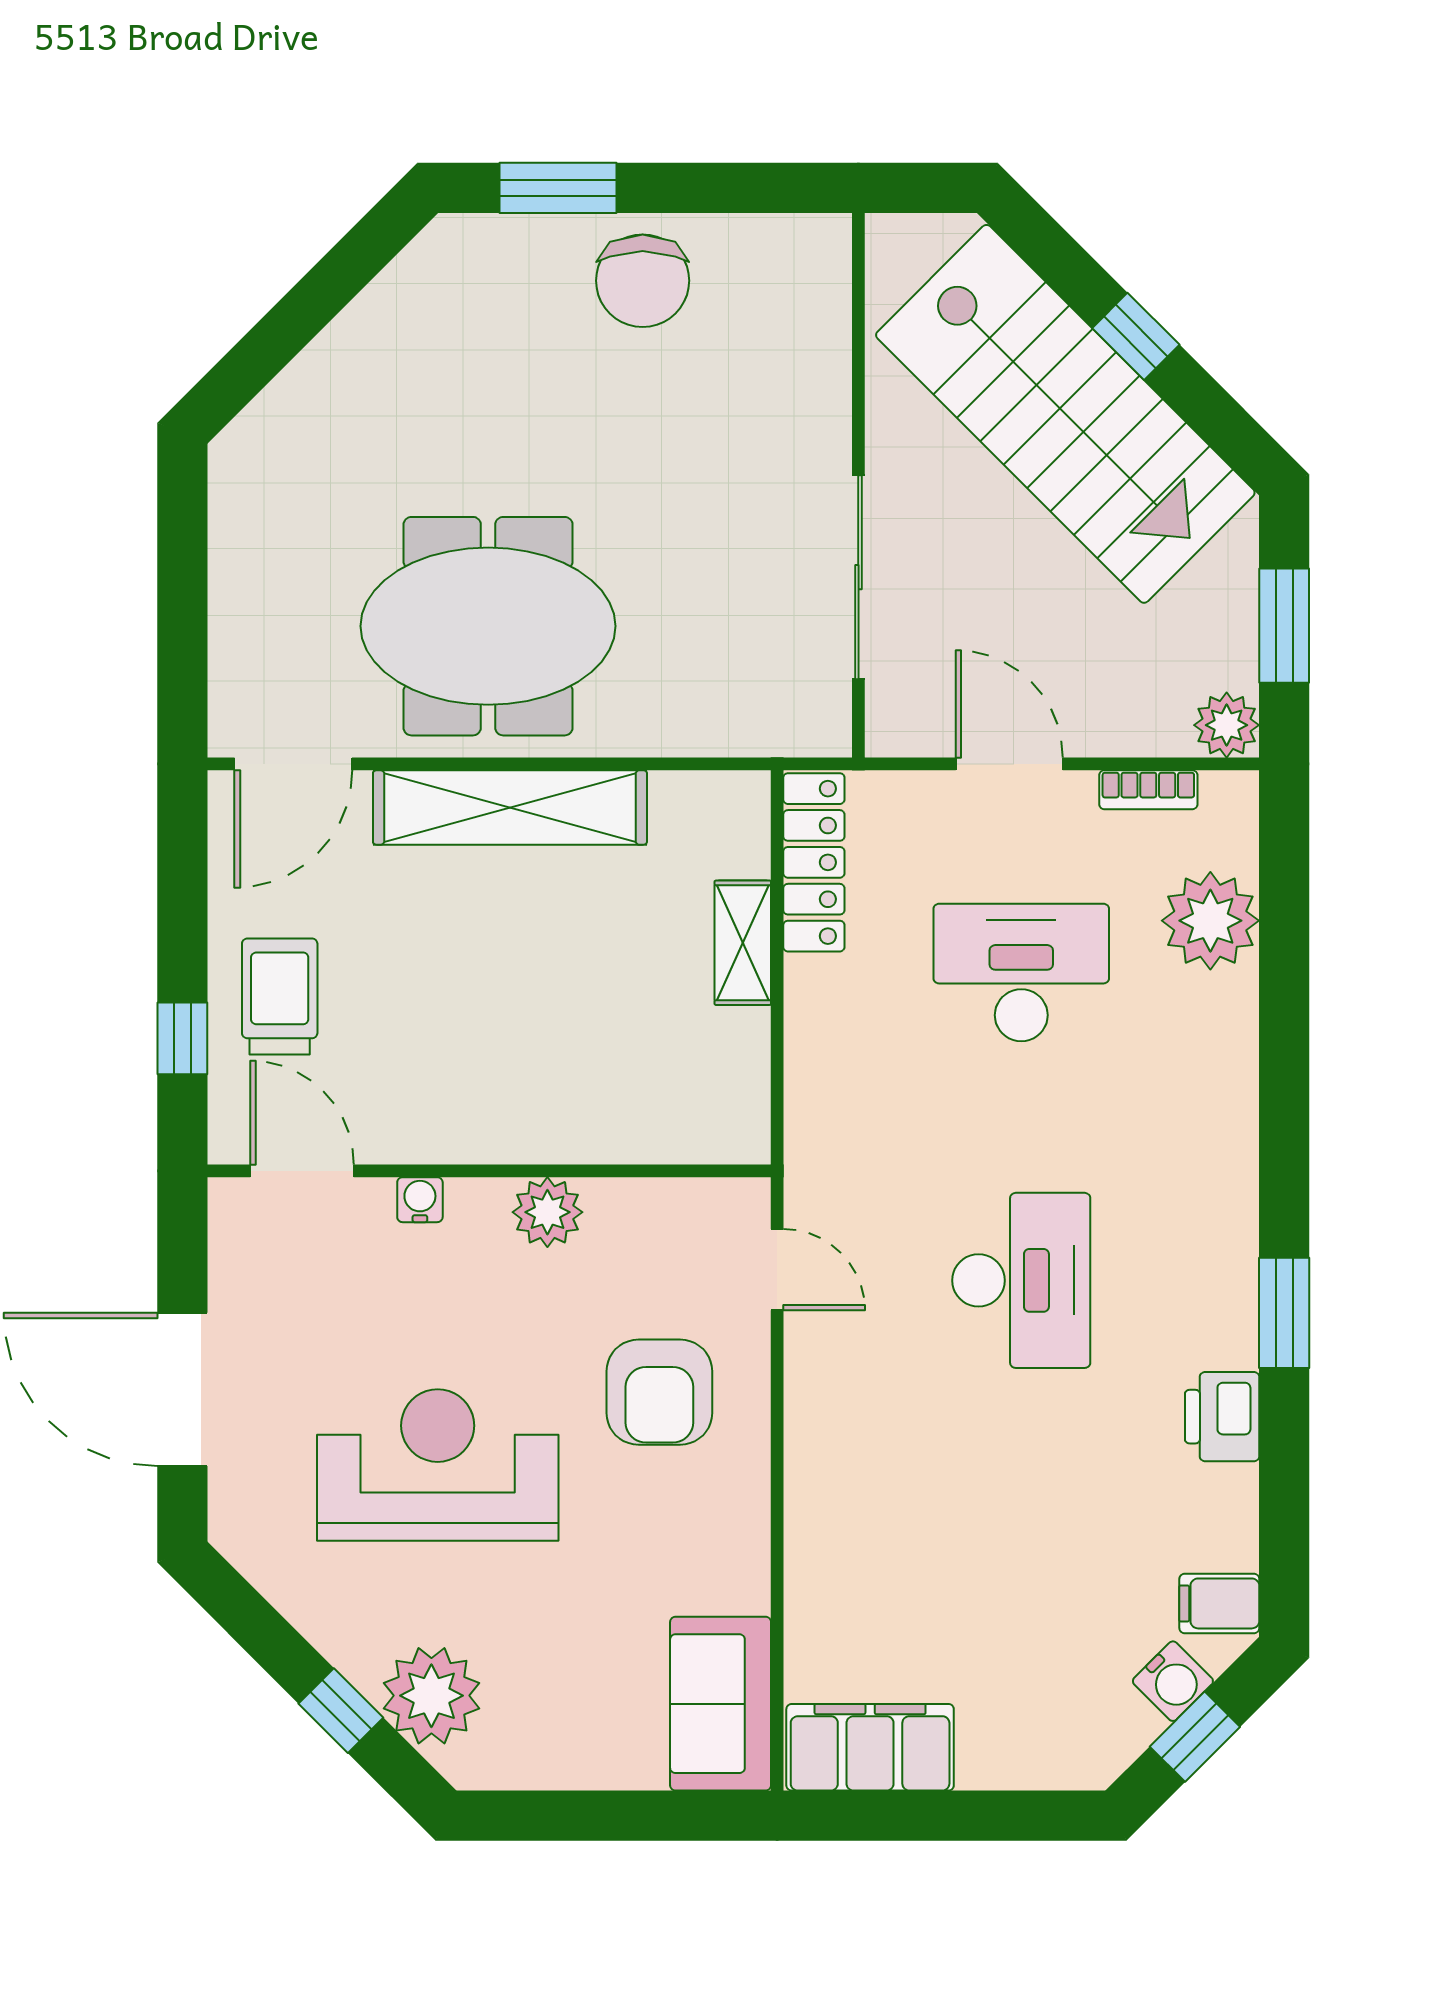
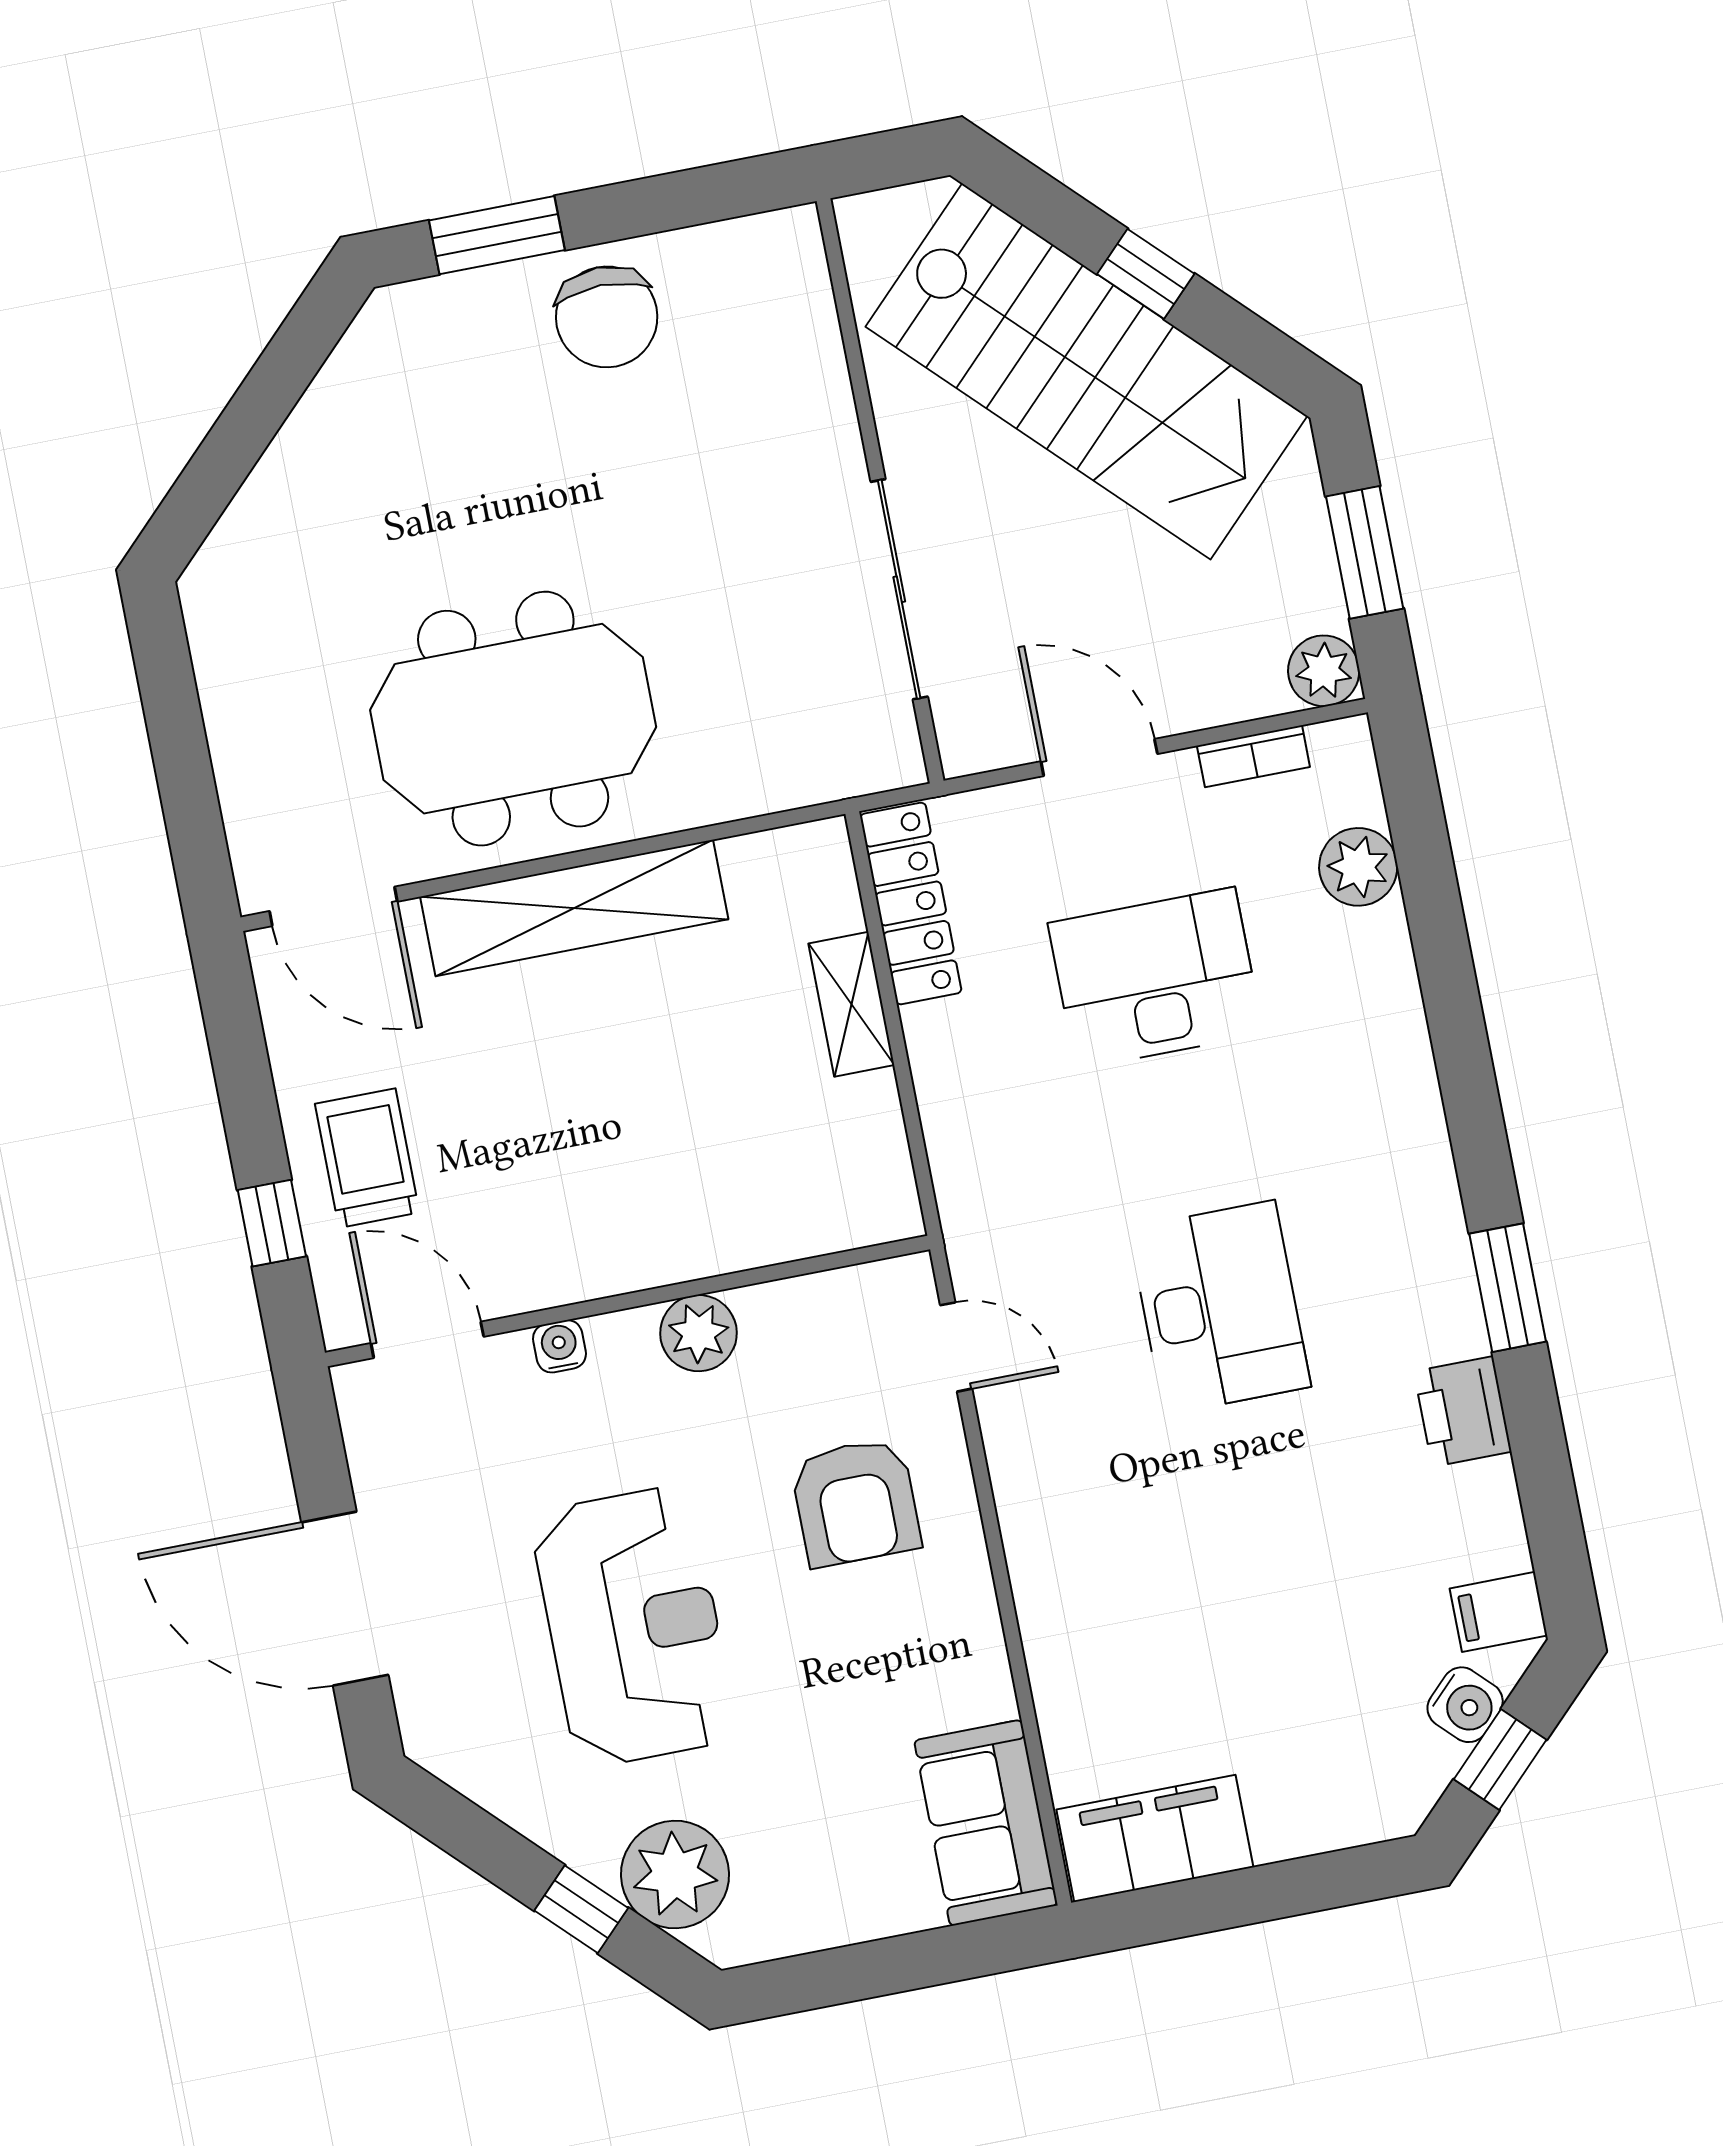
door: (293, 764) -> (333, 906), hinge flipped
plant: (1210, 921) -> (1358, 867), width x0.73, depth x0.73
reception desk: (438, 1465) -> (634, 1626), turned 90

